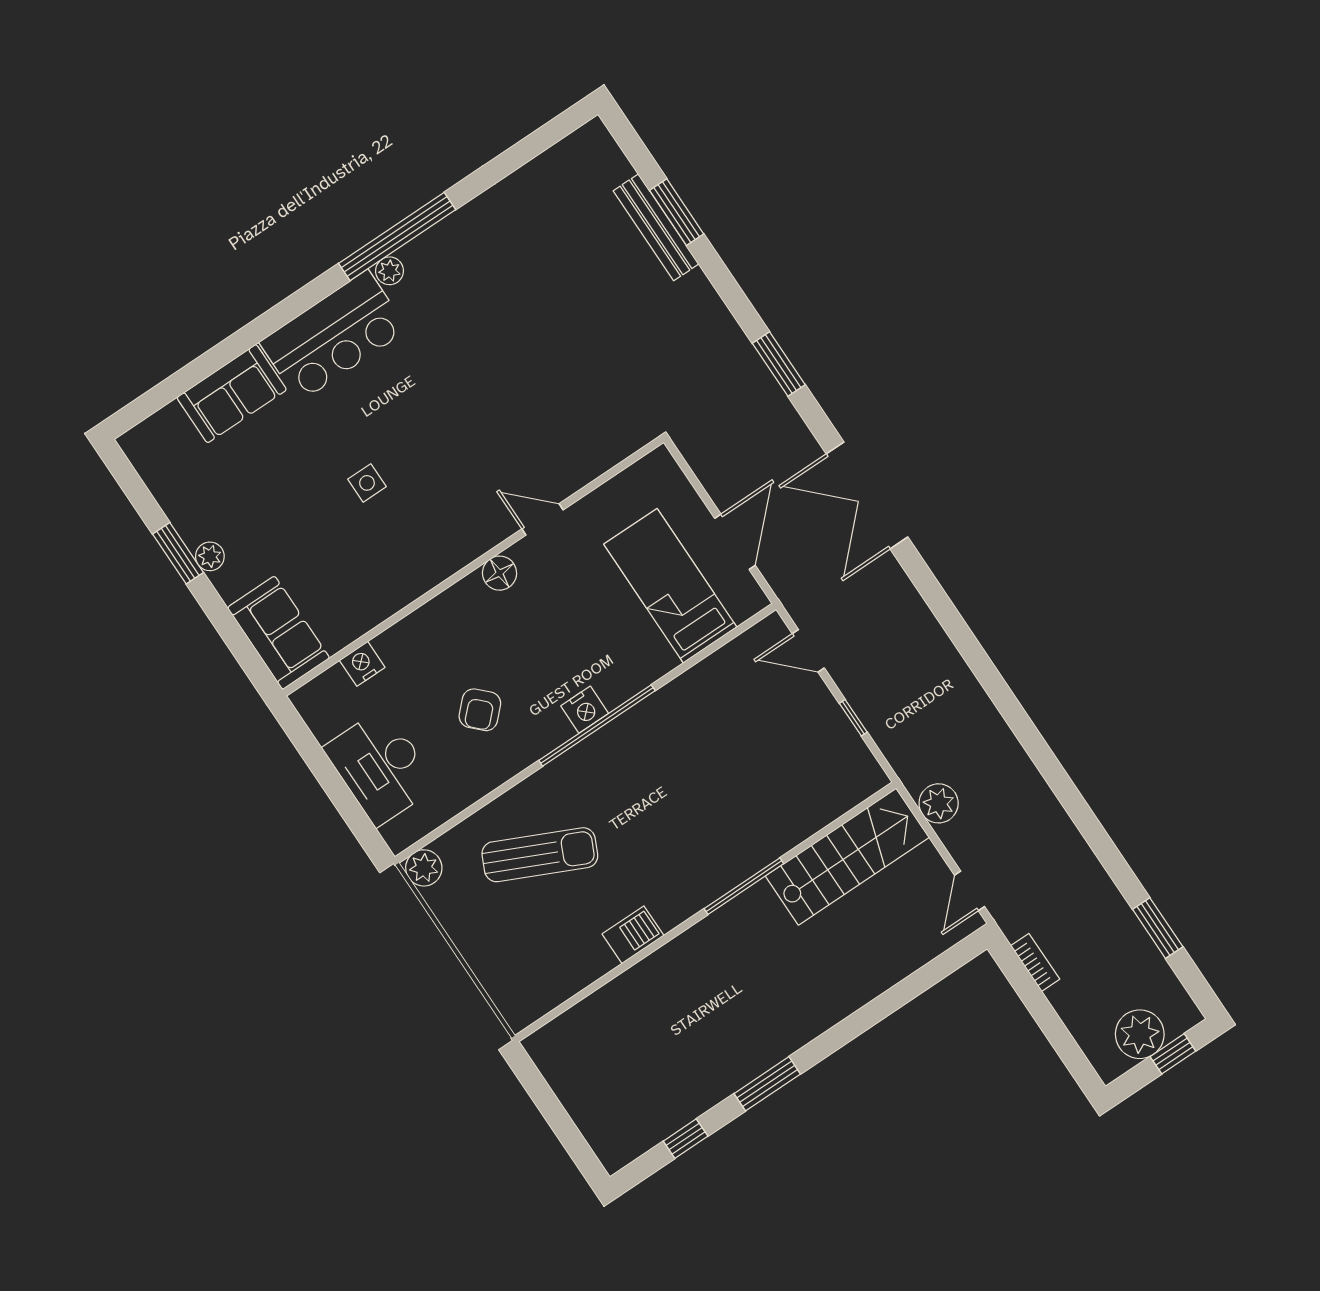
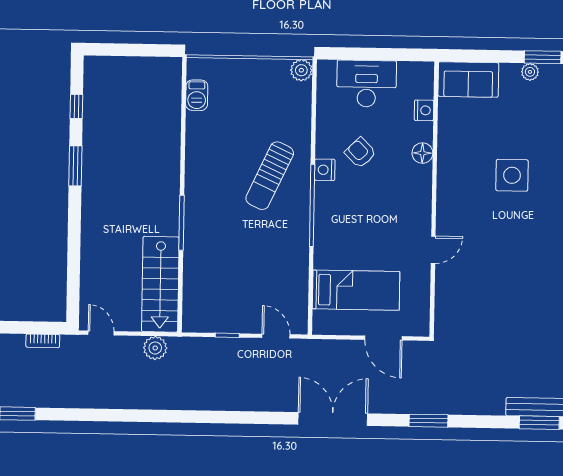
side table: (367, 483) -> (512, 175), width x1.87, depth x1.87
door: (735, 542) -> (383, 338), moved
floor lamp: (500, 573) -> (422, 153), moved
door: (808, 651) -> (276, 336), hinge flipped
nightstand: (585, 710) -> (325, 170), moved
sun lounger: (540, 855) -> (270, 176), moved
barbecue: (633, 935) -> (197, 95), moved

